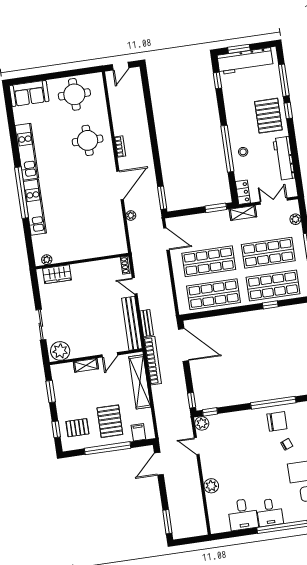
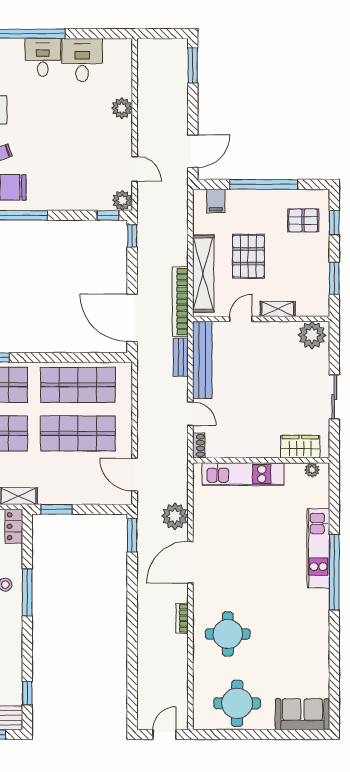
window: (227, 149) -> (27, 592), width x0.68
kitchen unit: (27, 152) -> (243, 474), moved, turned -90
plant: (131, 215) -> (175, 516), width x1.88, depth x1.88
sliding door: (41, 325) -> (334, 397), moved
pallet: (110, 421) -> (248, 256), moved

